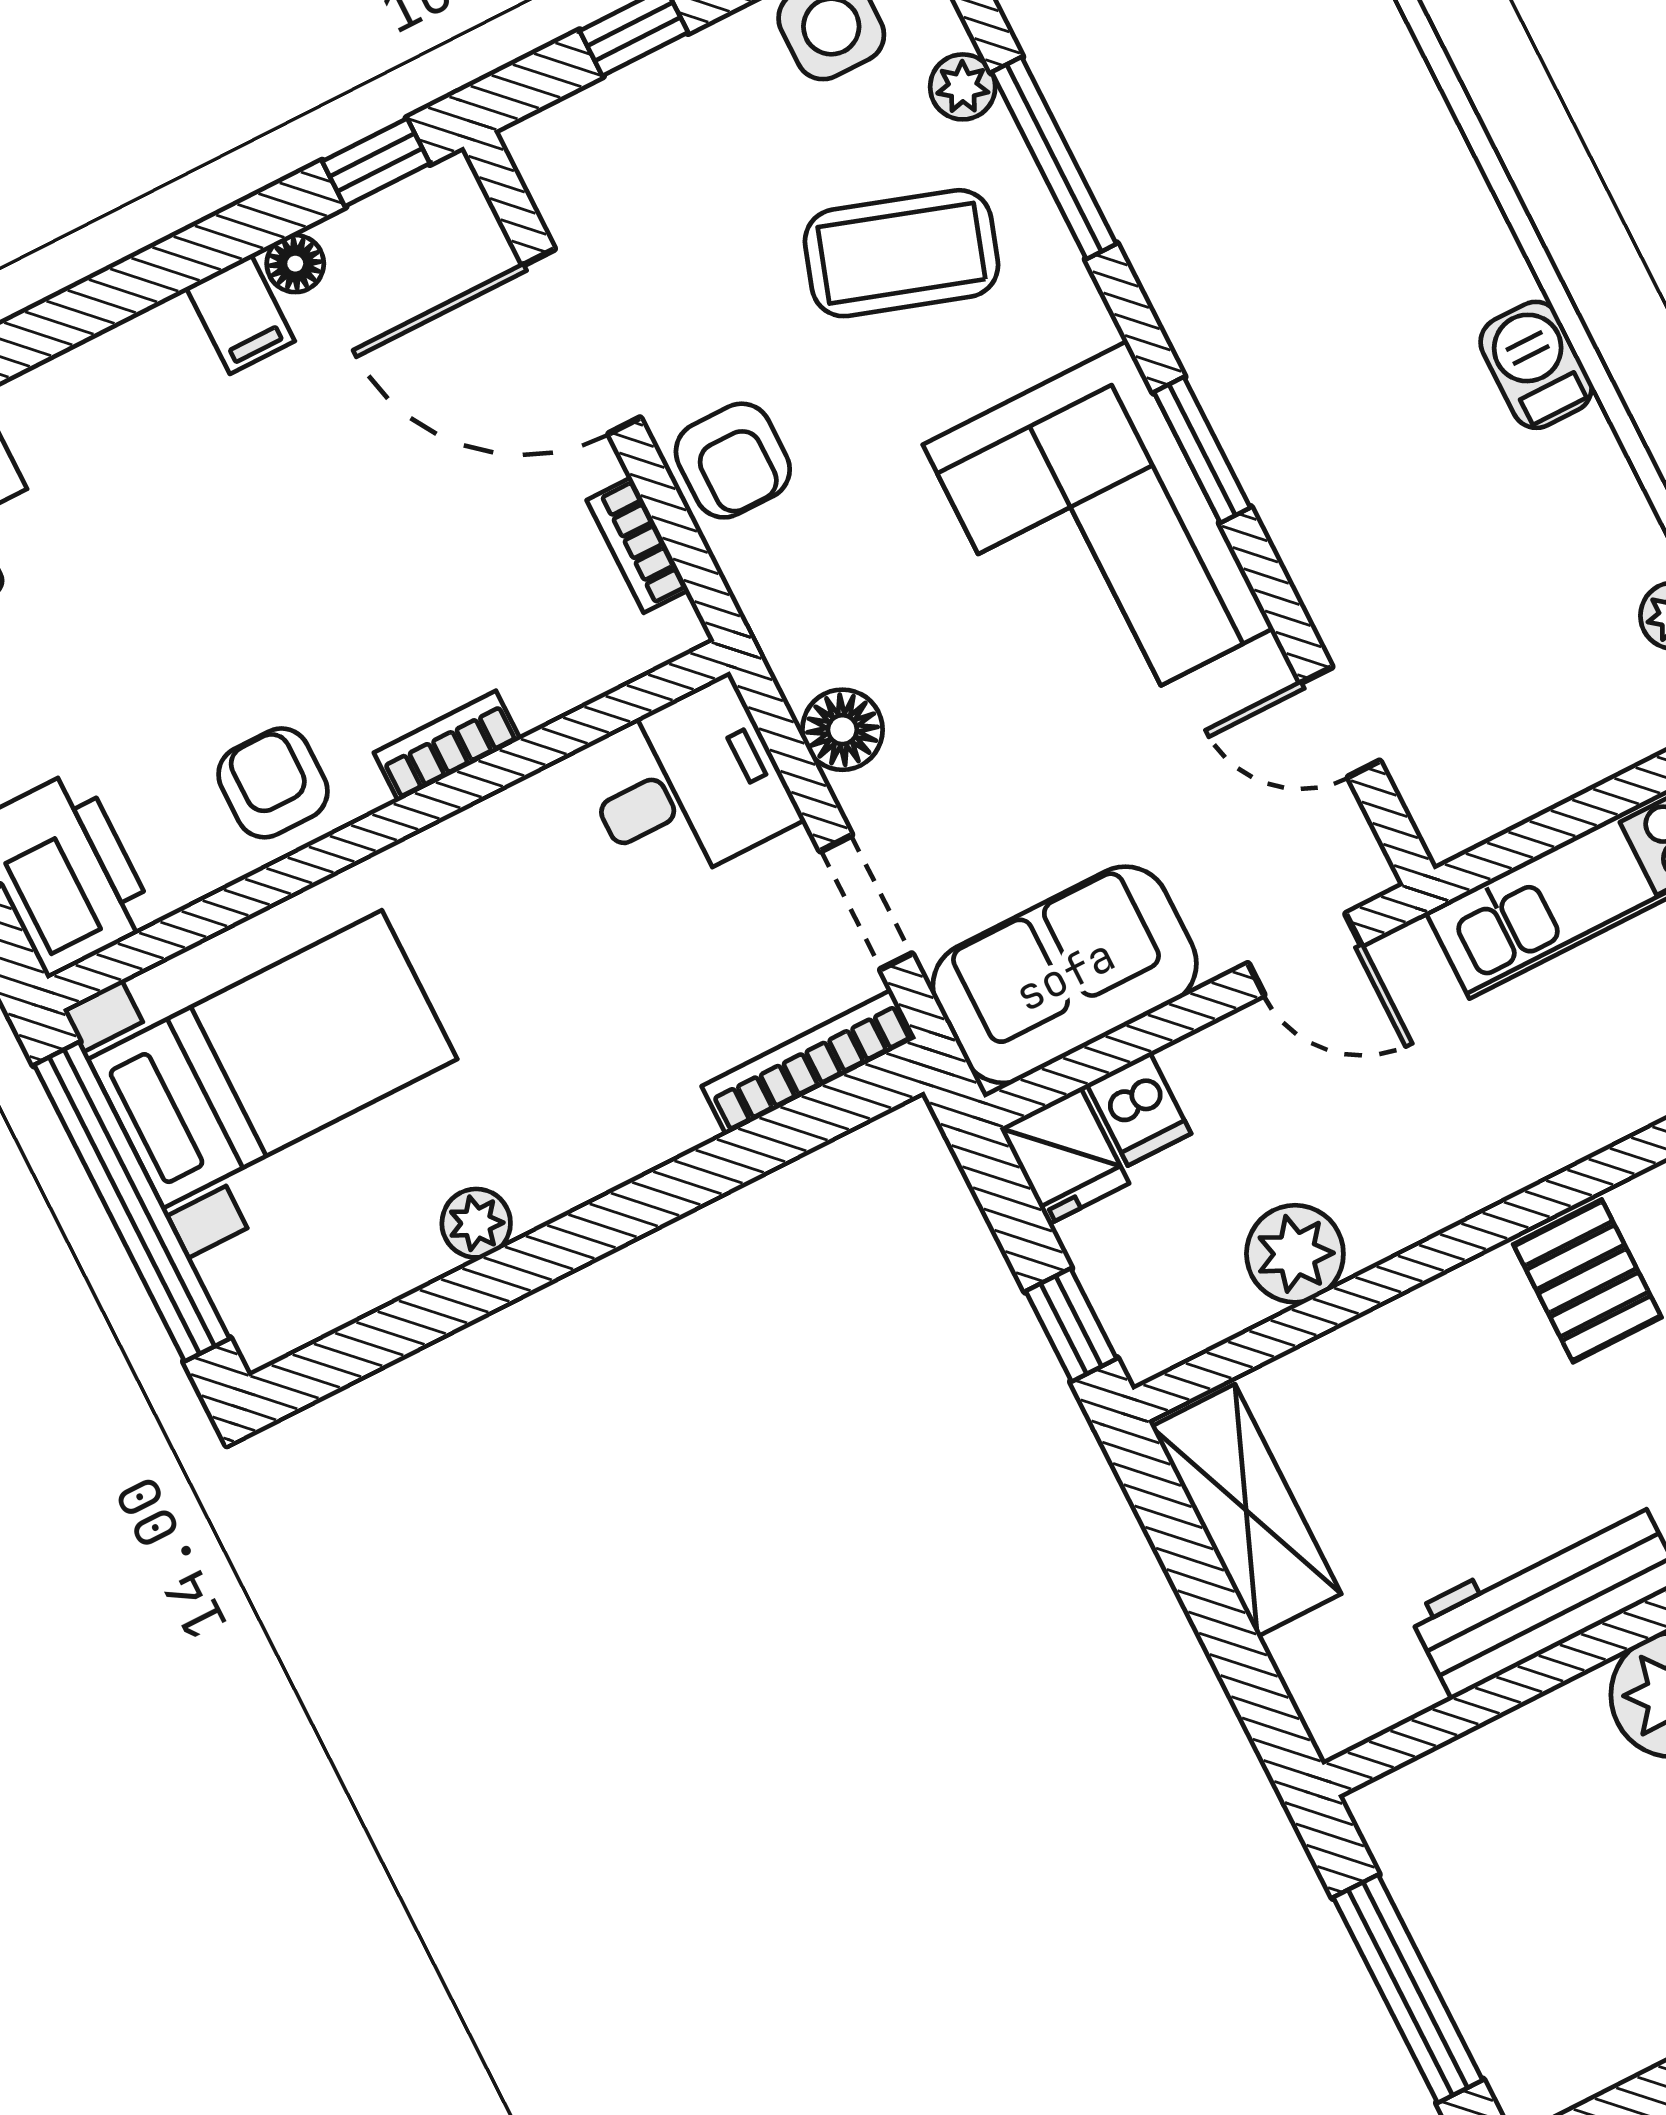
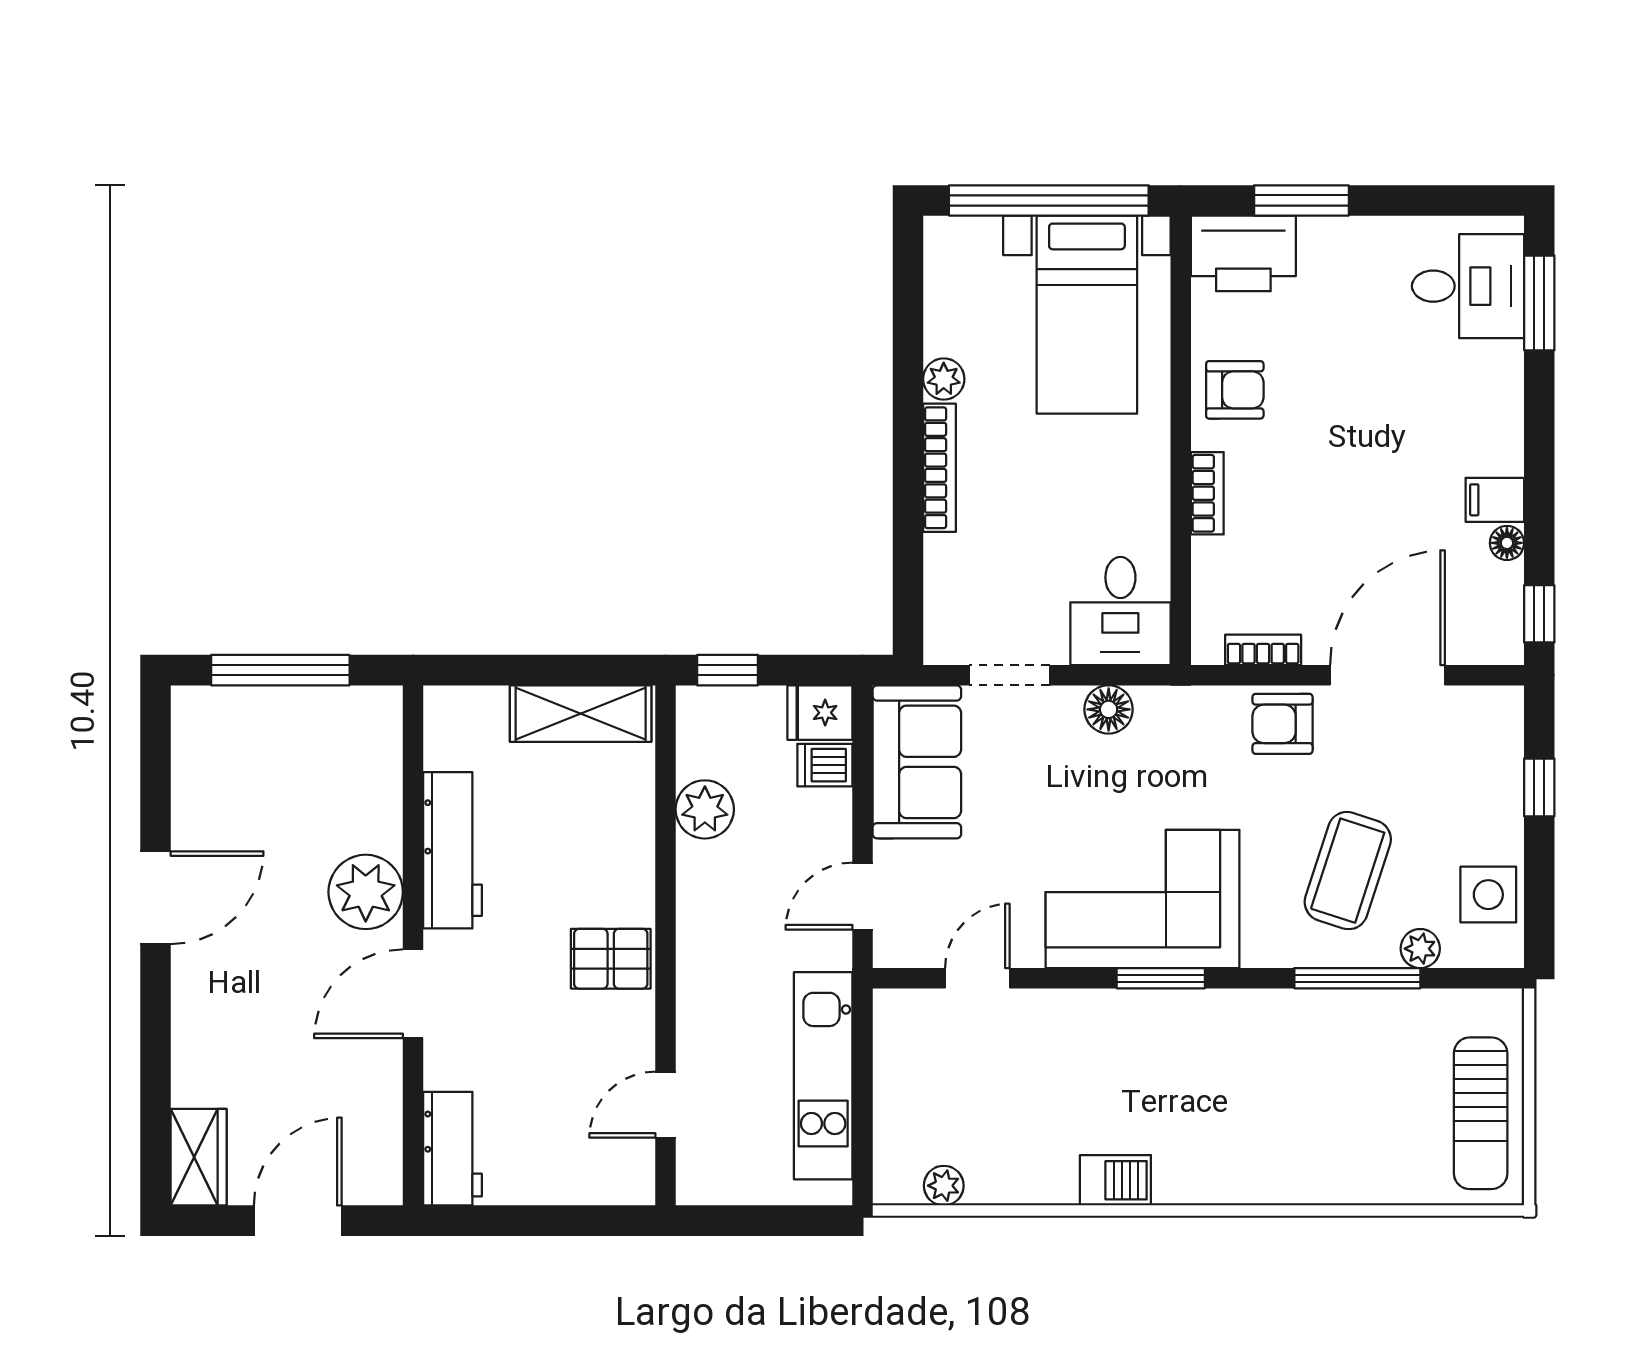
bookcase: (809, 1062) -> (939, 468), moved

